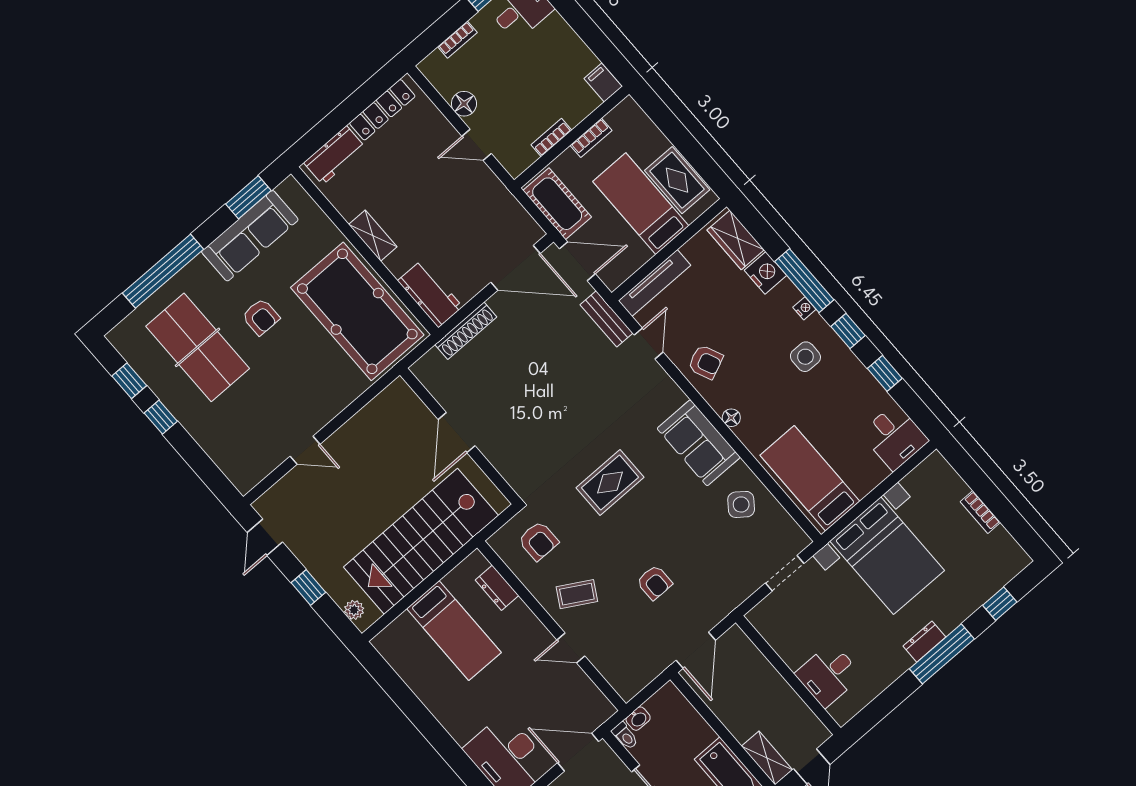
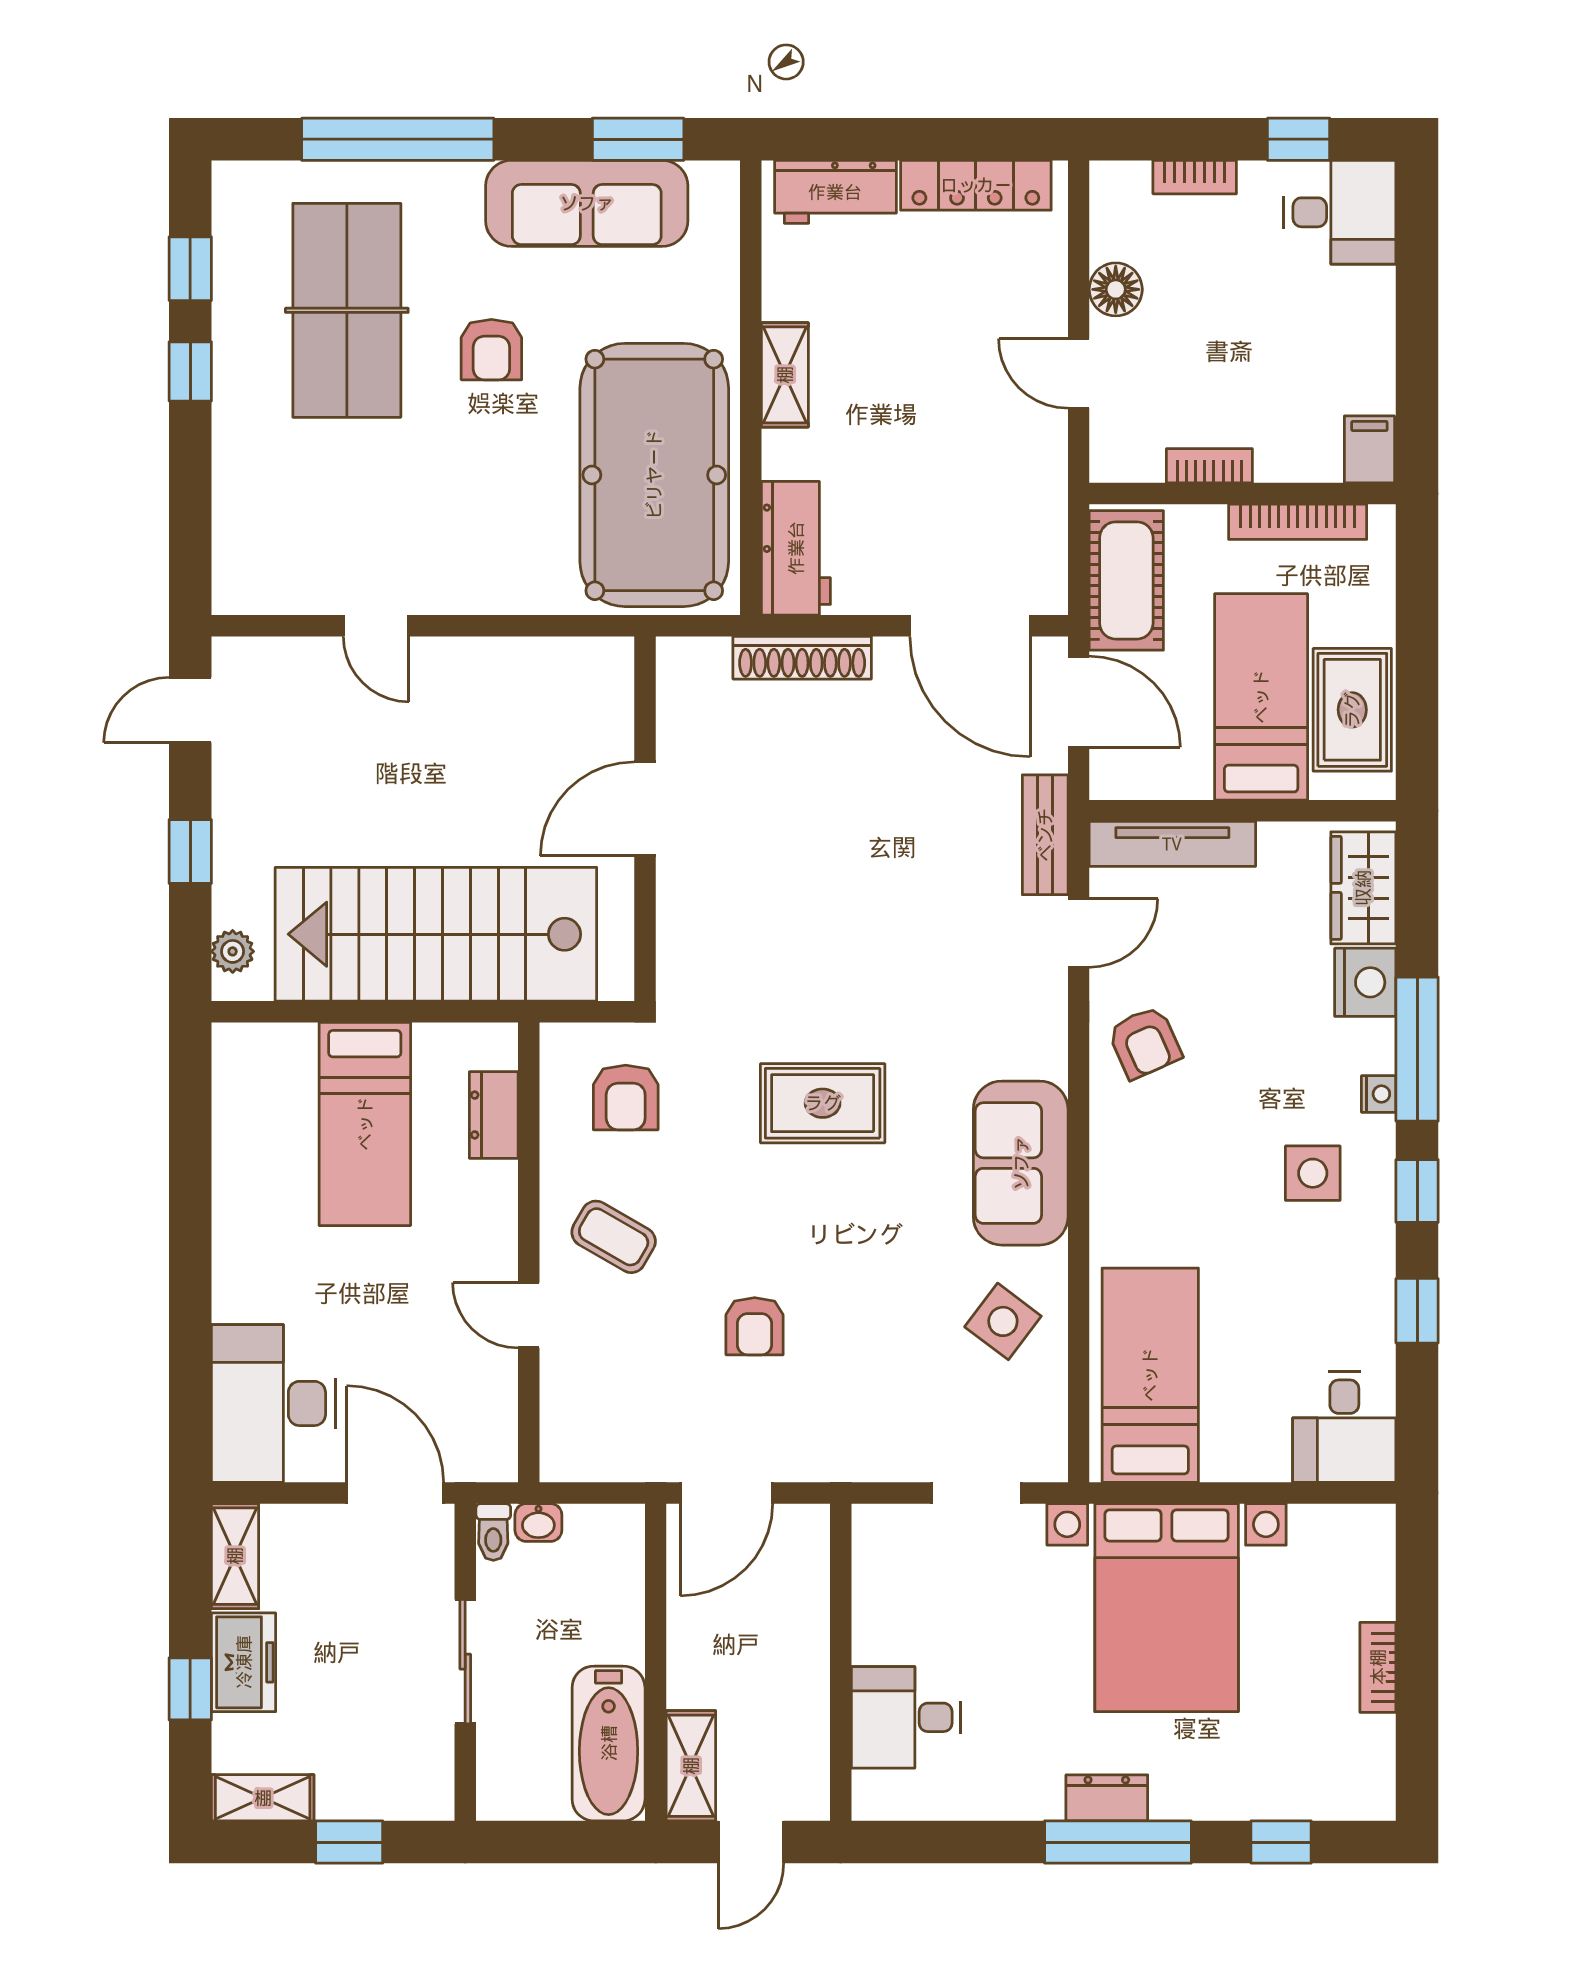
bookcase: (591, 138) -> (1298, 522), width x1.56
floor lamp: (731, 418) -> (1108, 1168), removed

